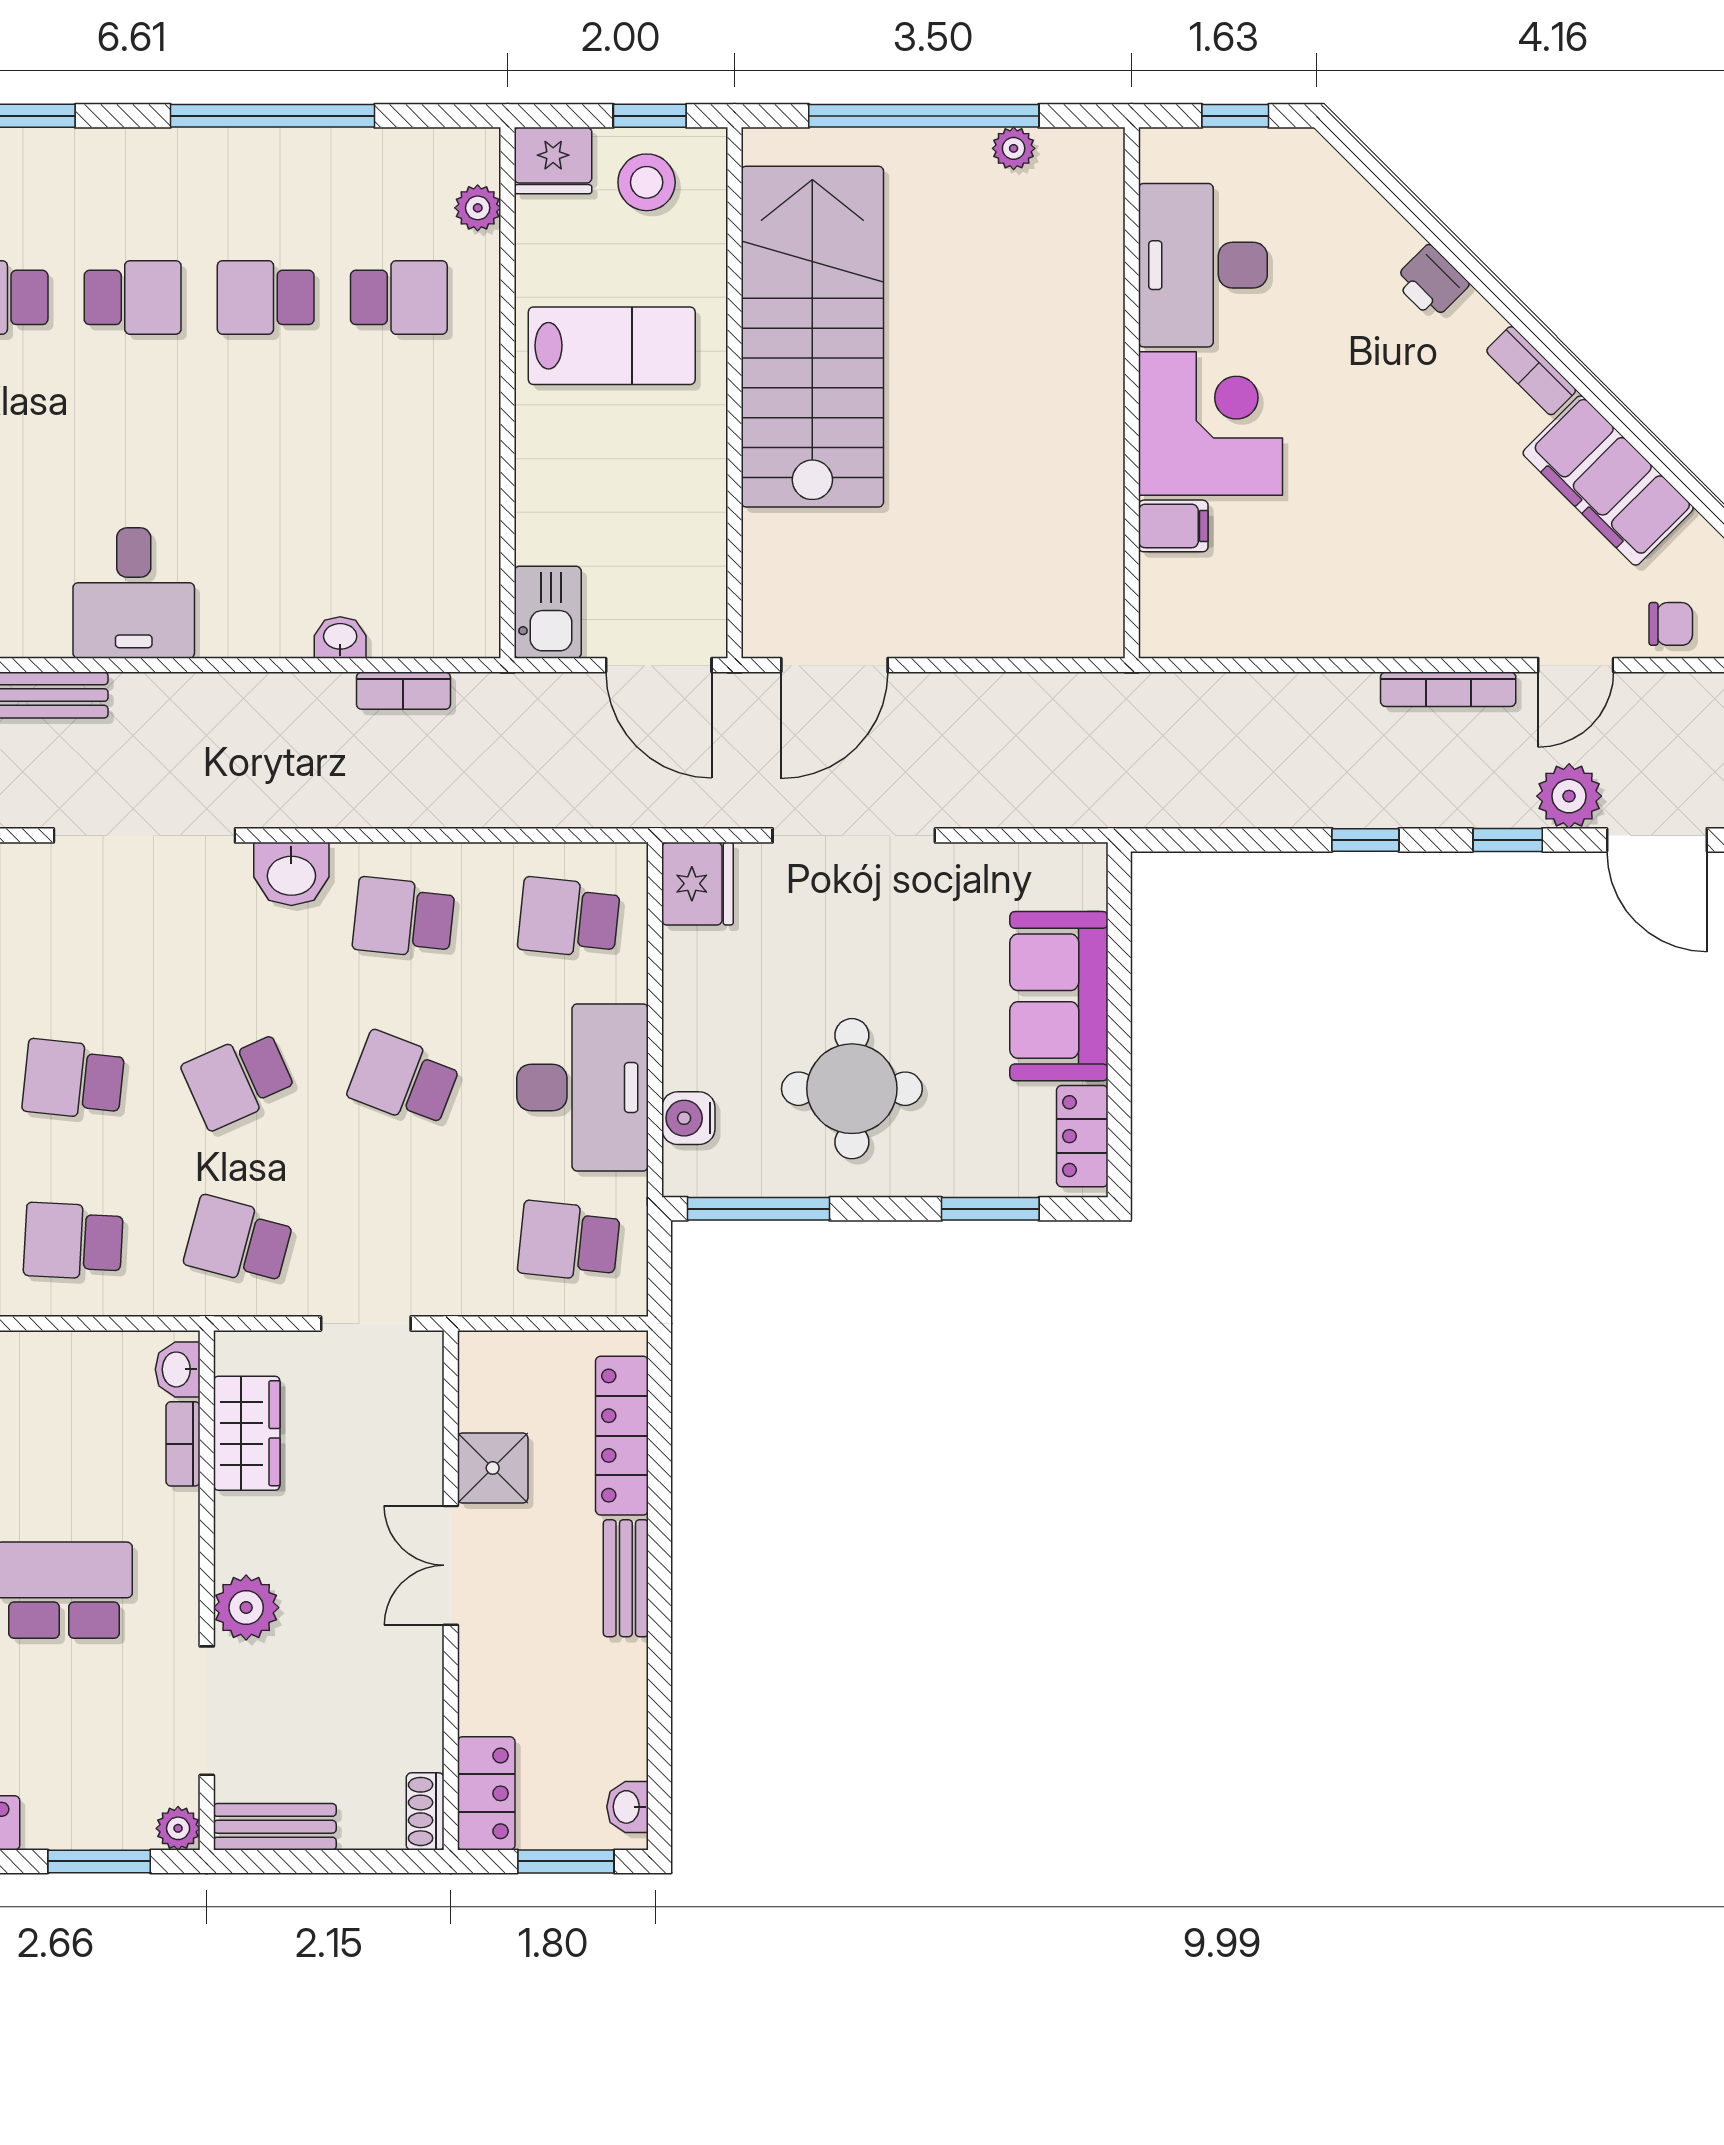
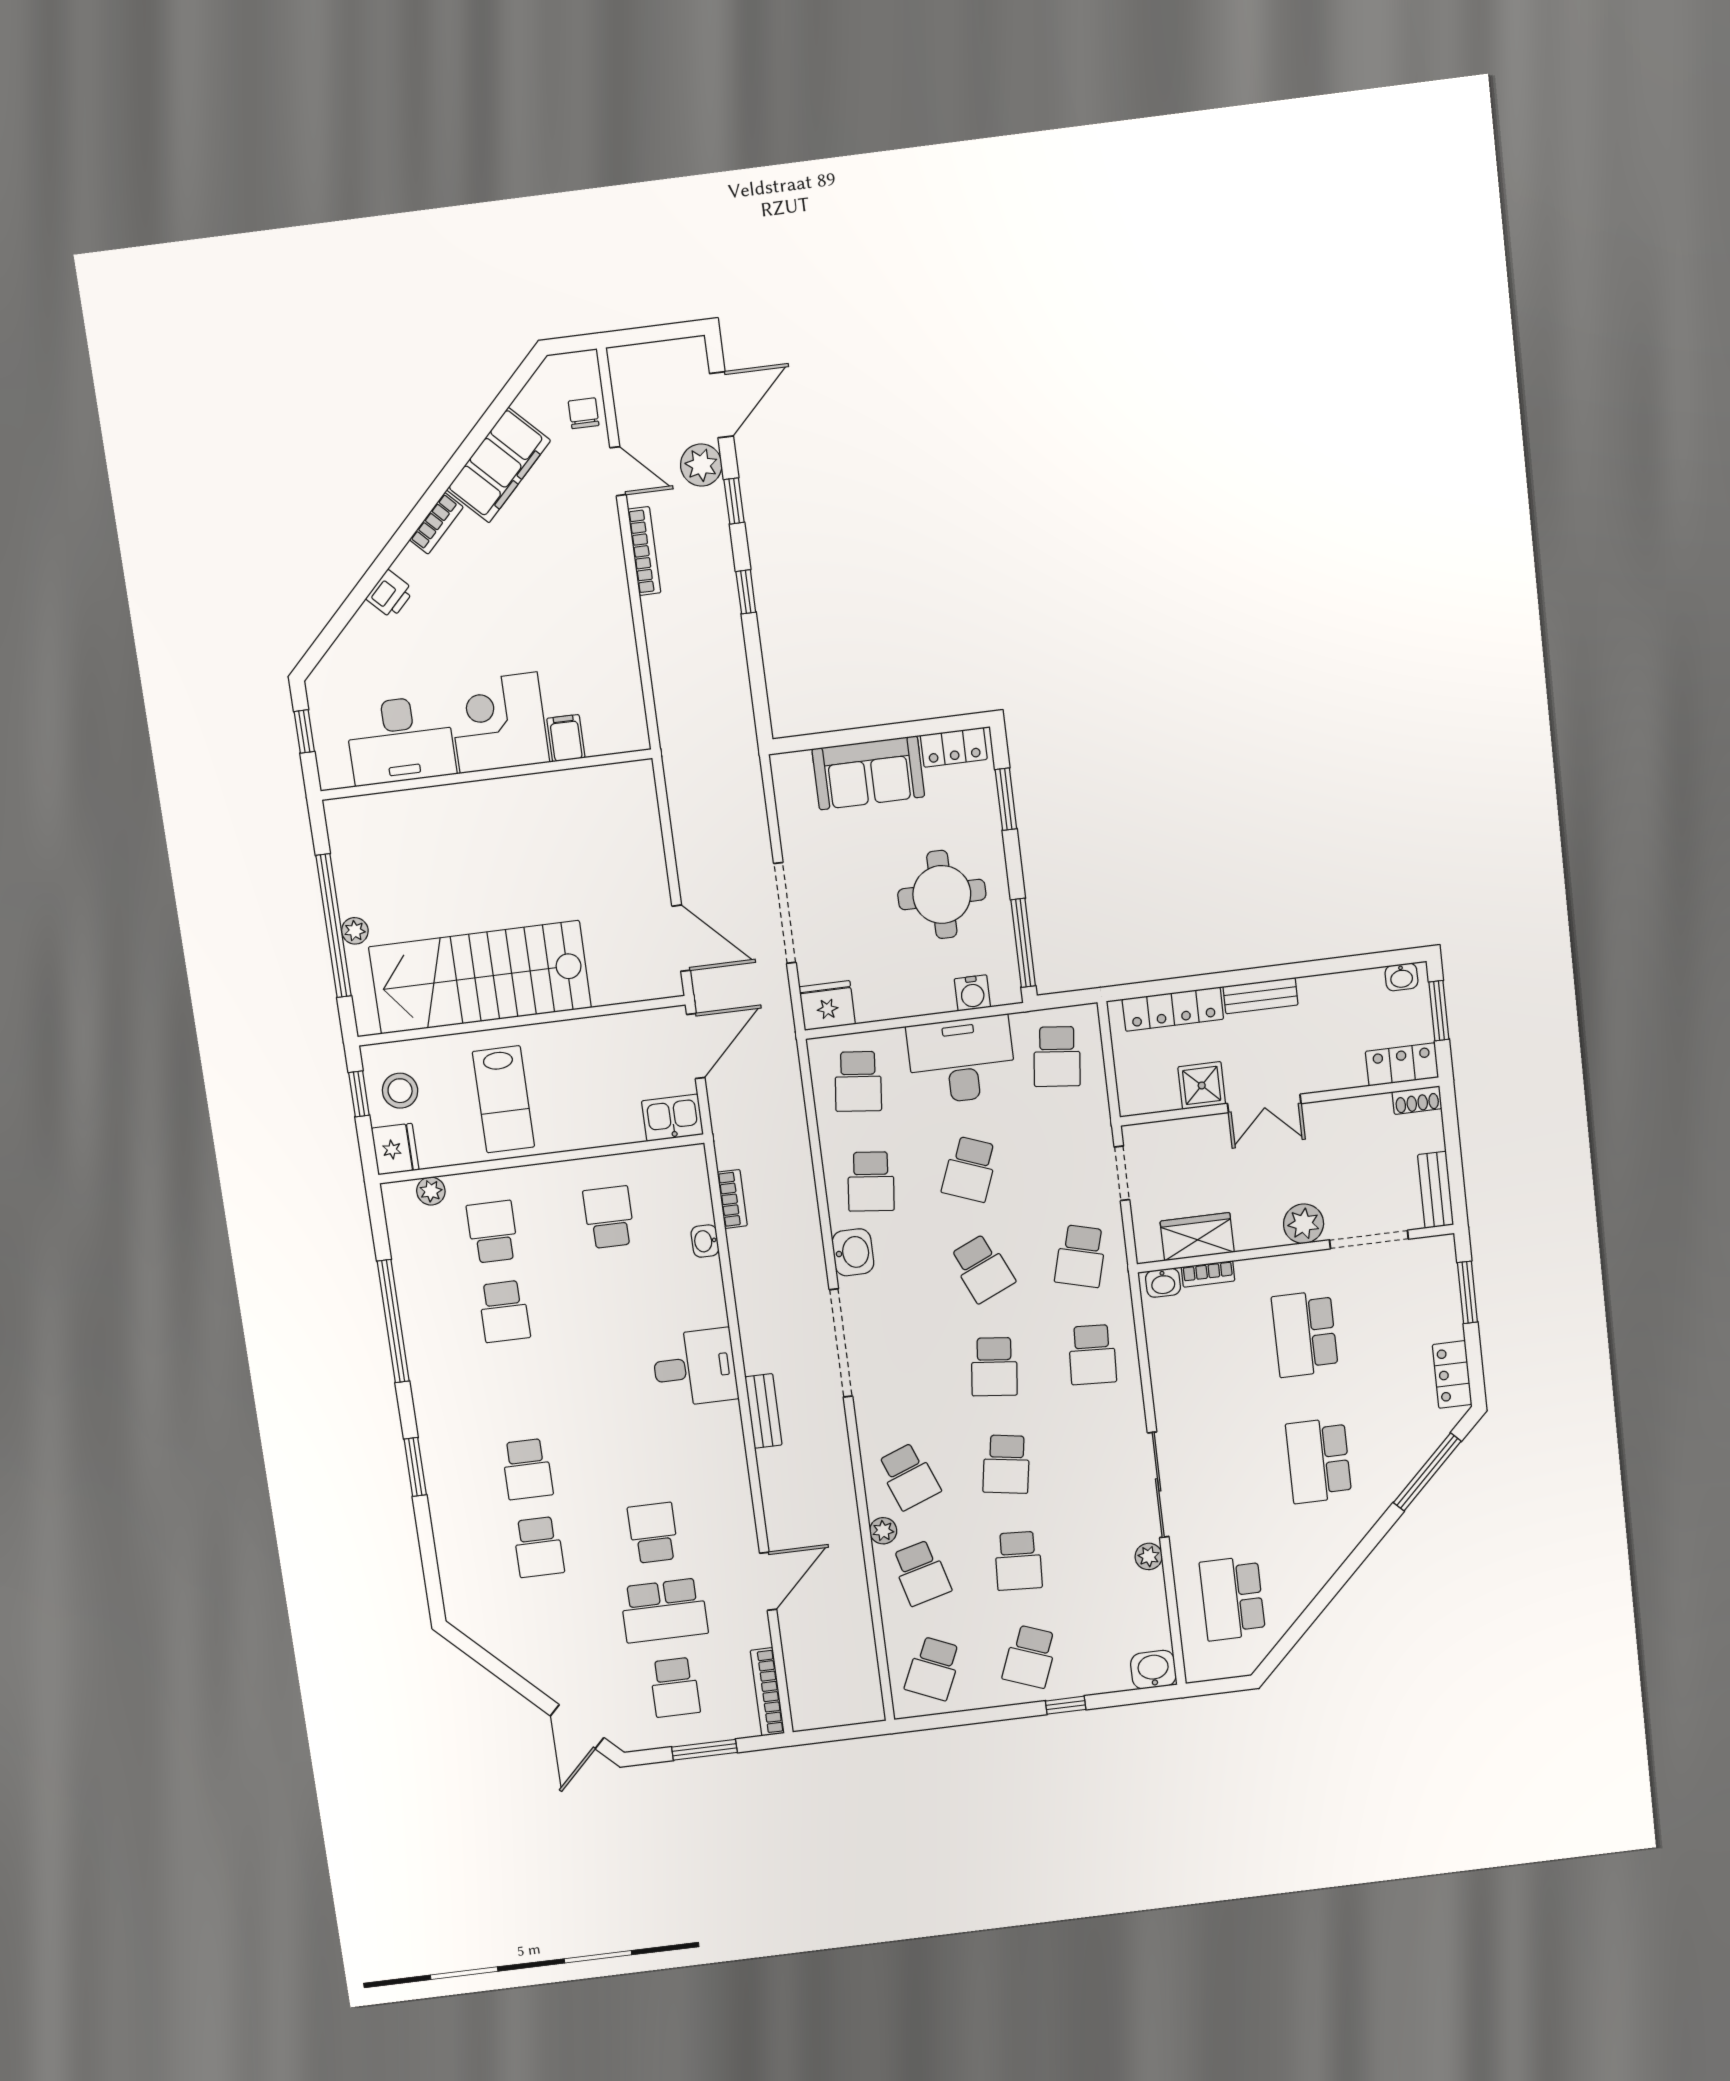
plant: (1014, 148) -> (355, 931), moved
school desk: (133, 297) -> (609, 1217), moved
lab bench: (612, 346) -> (503, 1099), turned 180
plant: (178, 1828) -> (1442, 1248), removed

